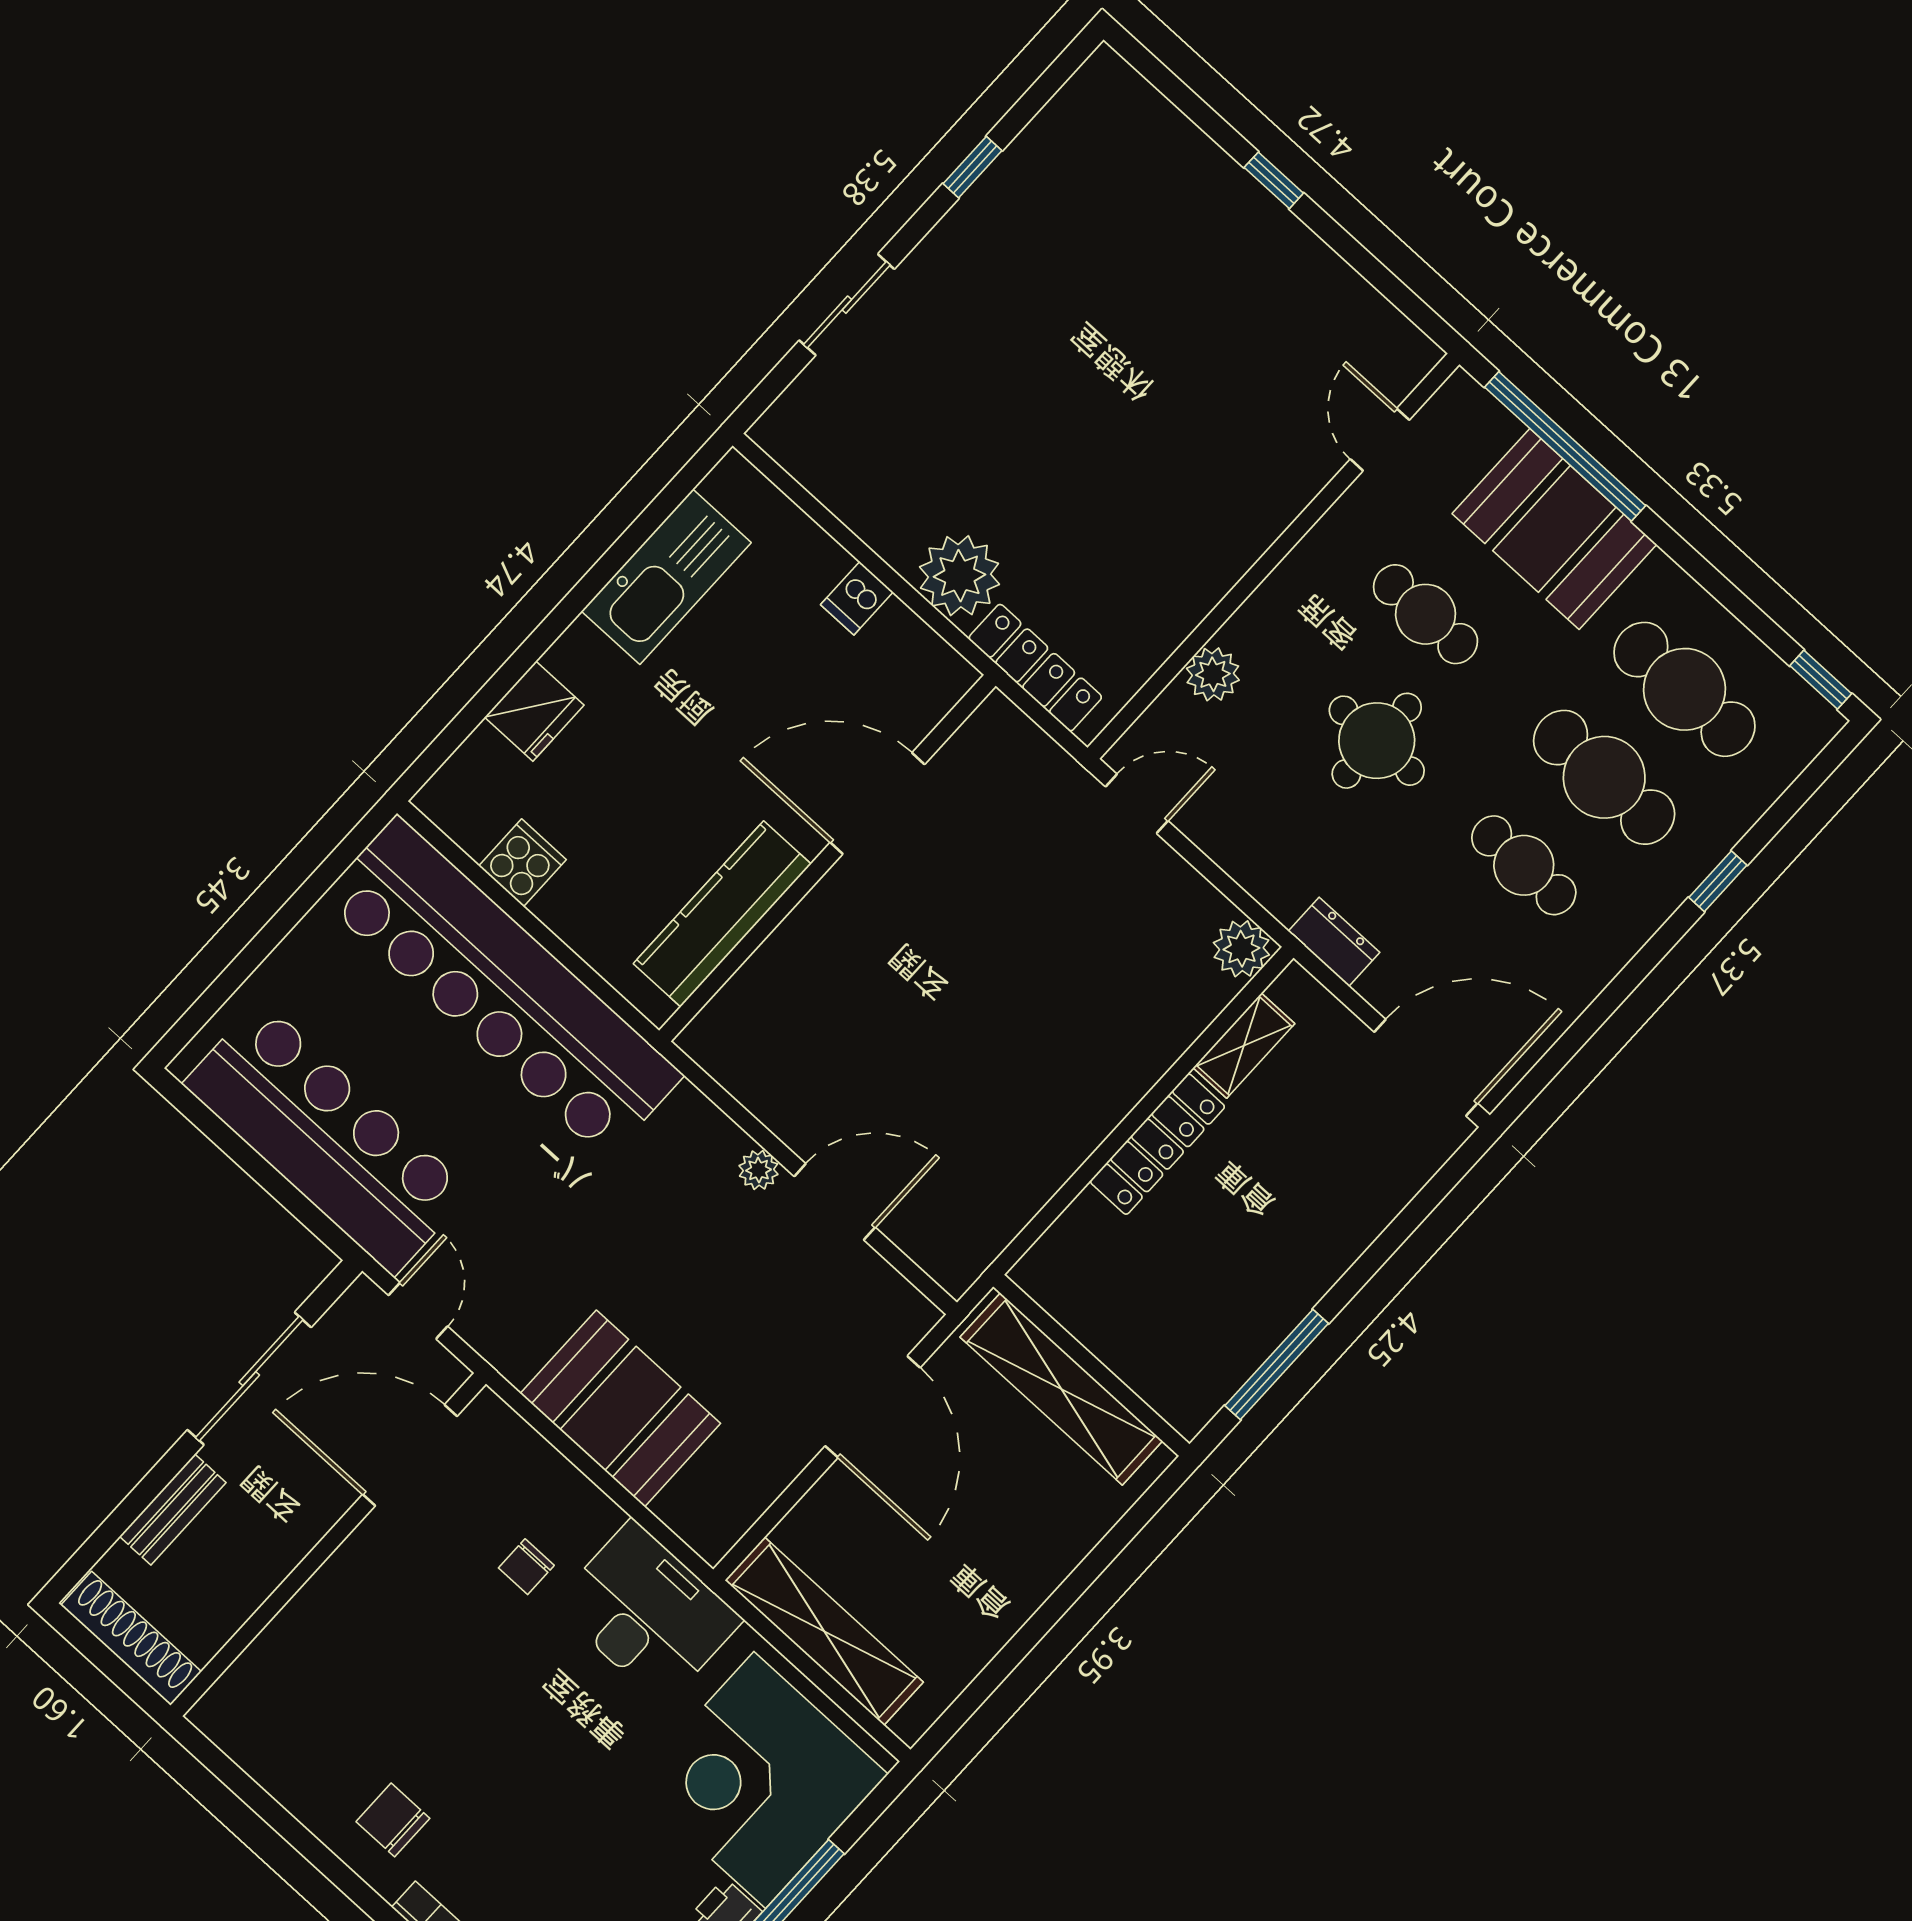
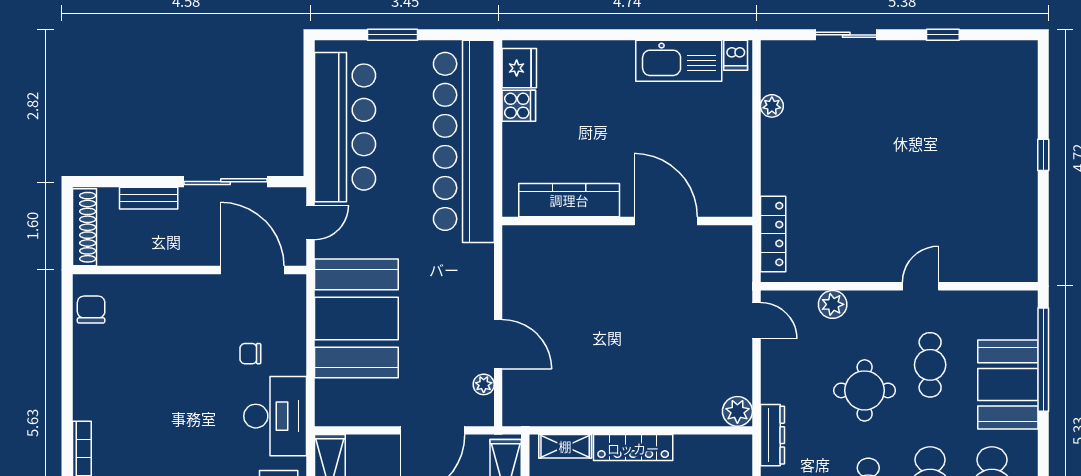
door: (1380, 440) -> (921, 286), moved
plant: (960, 576) -> (772, 106), moved, width x0.53, depth x0.53
dishwasher: (857, 598) -> (736, 55), moved, turned -90
fridge: (534, 711) -> (519, 68), moved, turned -90
dresser: (1334, 942) -> (772, 435), width x1.44
window: (257, 950) -> (393, 35), added
shelving: (1244, 1046) -> (565, 446), moved
plant: (759, 1170) -> (484, 384), moved
booth: (620, 1408) -> (356, 318), width x1.36, depth x1.42
chair: (393, 1820) -> (91, 310), moved

